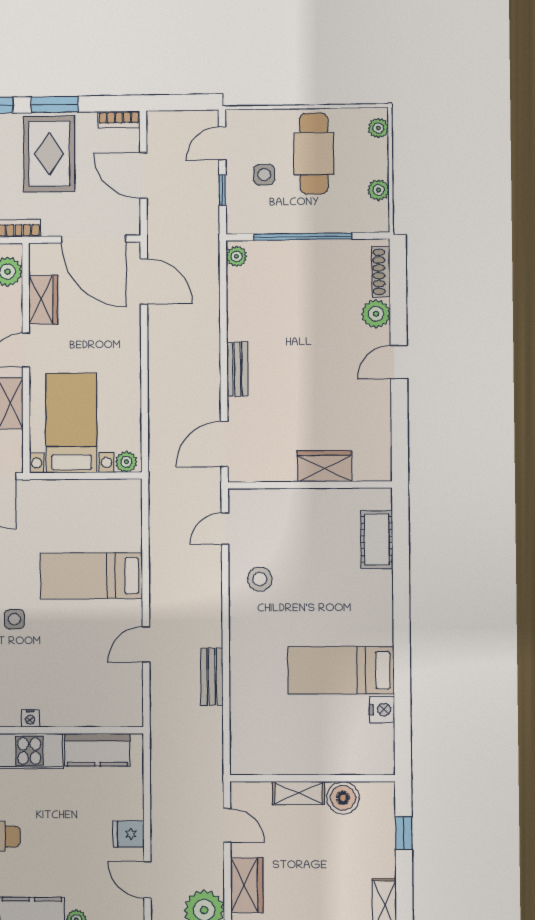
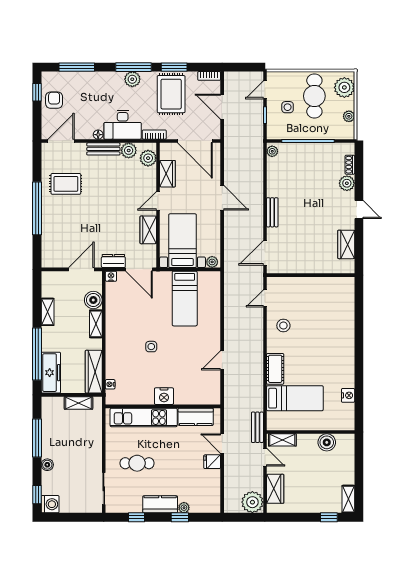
plant: (378, 128) -> (344, 87), width x1.88, depth x1.88
shoe rack: (381, 272) -> (350, 165), width x0.70
door: (144, 281) -> (222, 198), moved
door: (399, 362) -> (359, 209), swing flipped
wardrobe: (324, 466) -> (346, 244), moved, turned -90
cot: (377, 539) -> (275, 369), moved
bed: (91, 576) -> (185, 299), moved, turned -90
bed: (341, 670) -> (295, 398), moved, turned 180
bench: (212, 677) -> (257, 427), moved
nightstand: (30, 718) -> (164, 396), width x1.89, depth x1.79
shelving: (298, 793) -> (282, 440), moved
window: (404, 833) -> (359, 461), removed
door: (147, 880) -> (222, 444), moved

